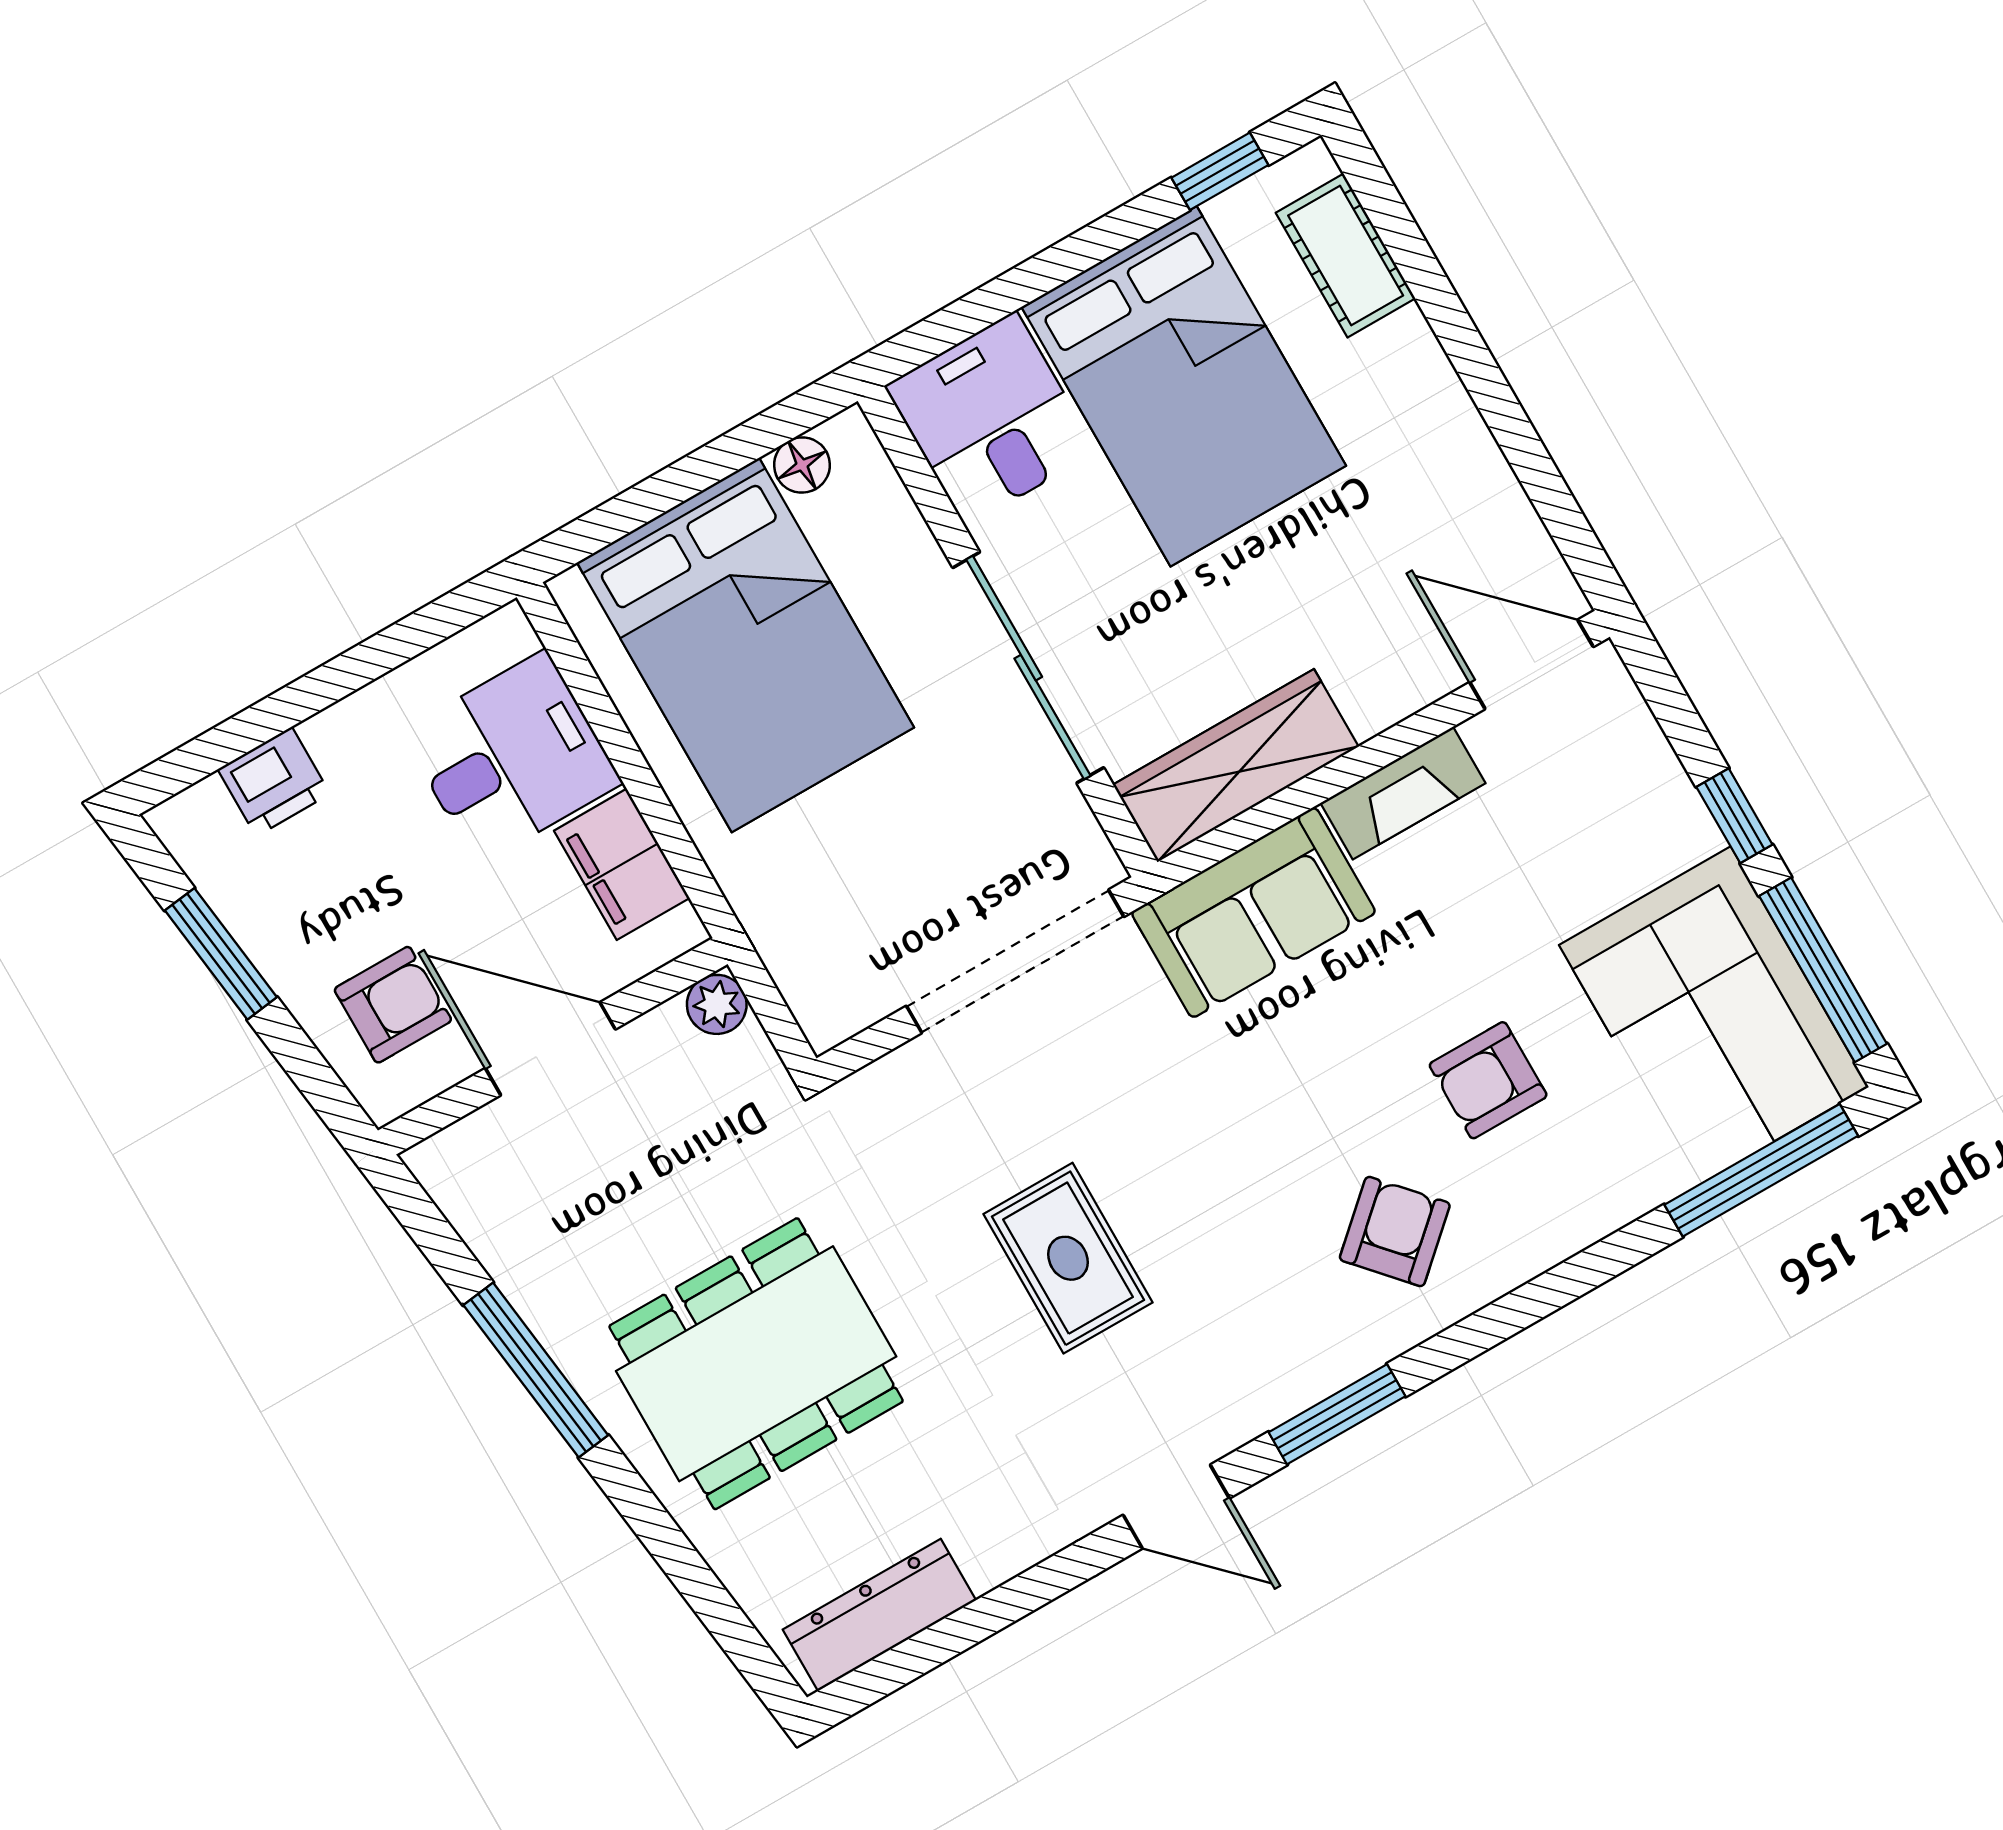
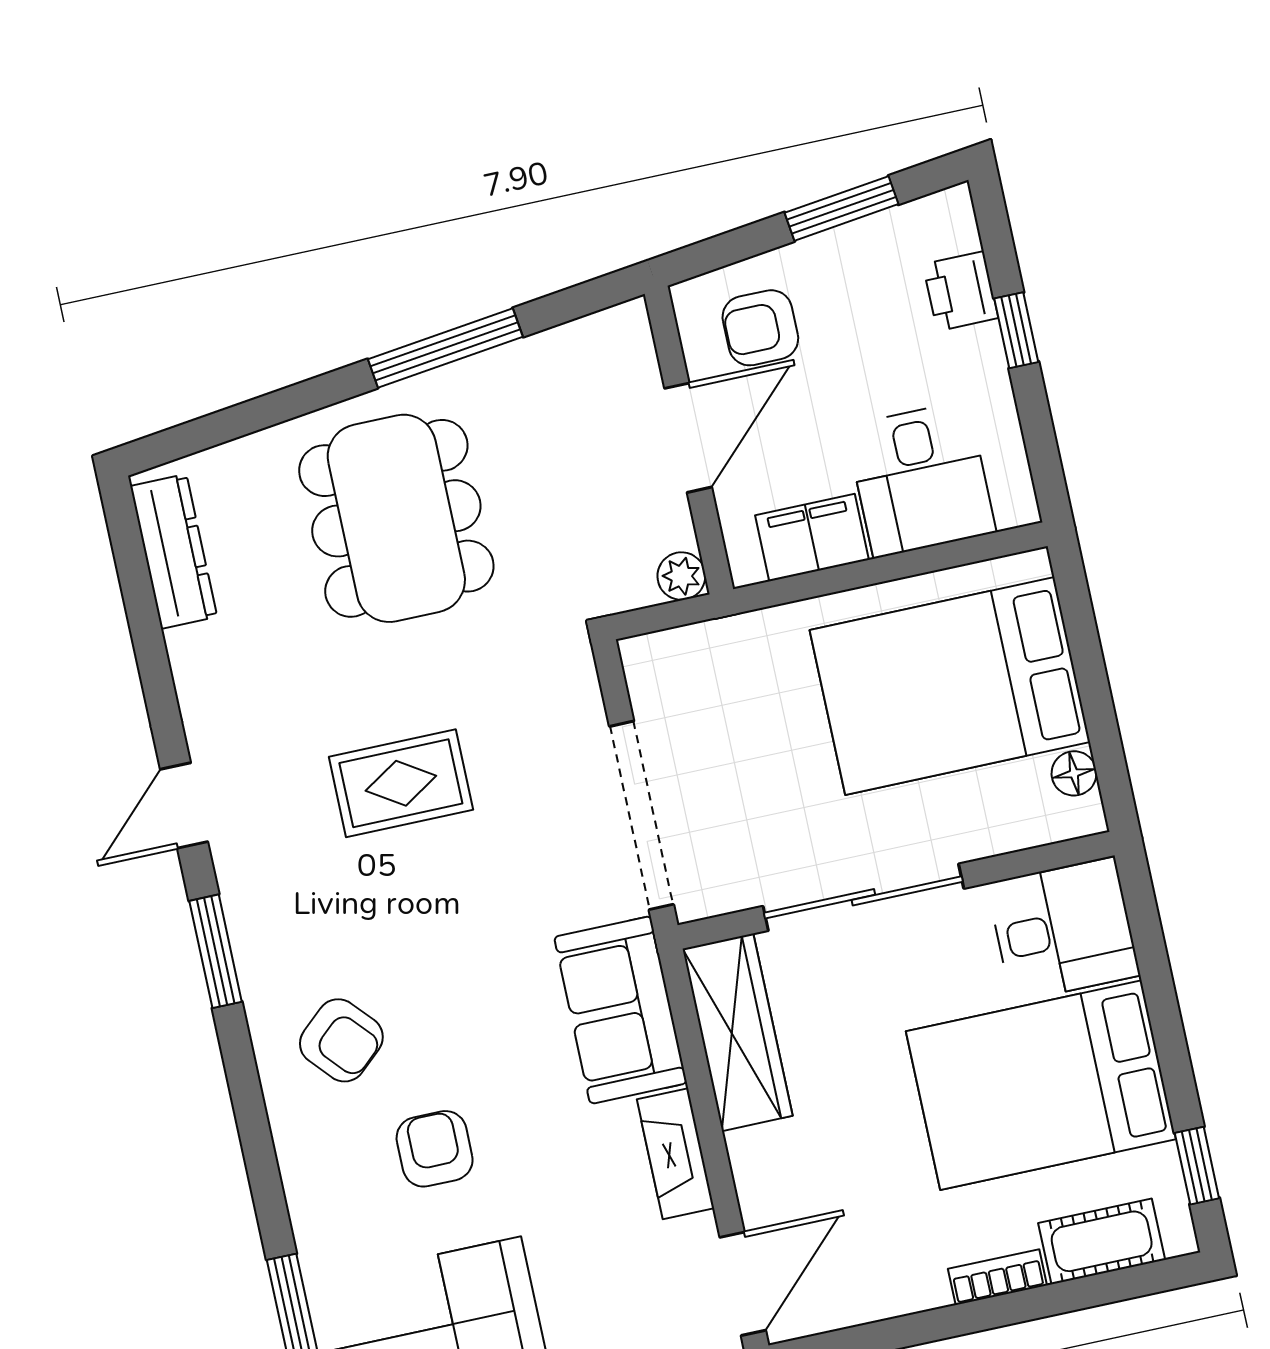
bookcase: (1427, 365) -> (997, 1277), added
window: (299, 701) -> (1016, 330), added
armchair: (393, 1005) -> (760, 328), turned 90

